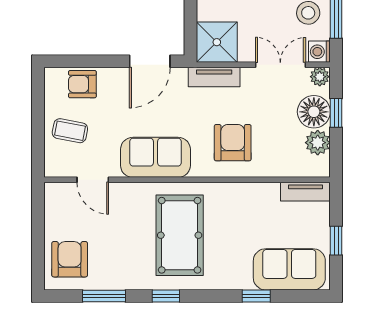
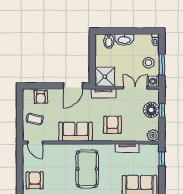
plant: (320, 77) -> (154, 93), removed
armchair: (82, 84) -> (41, 97), turned -90
plant: (318, 143) -> (153, 135), moved
door: (93, 180) -> (35, 142), moved
tv unit: (305, 192) -> (127, 148), moved
window: (336, 241) -> (162, 159), moved

